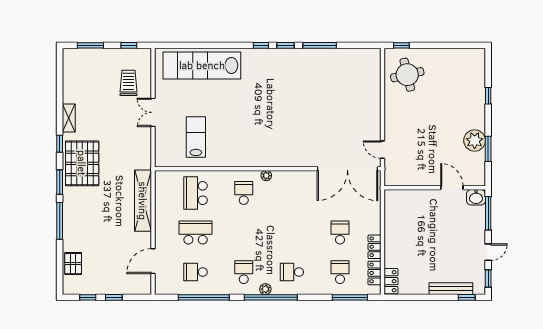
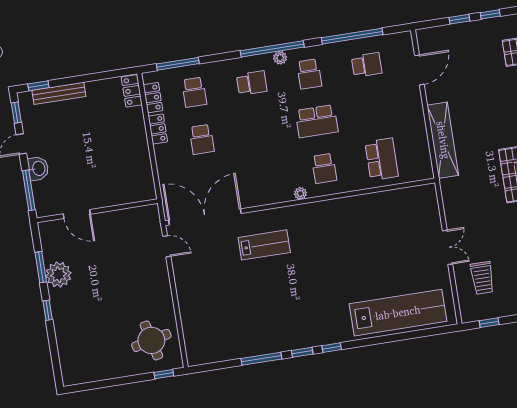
window: (488, 96) -> (48, 310), moved
lab bench: (196, 137) -> (264, 245), moved, turned -90
washbasin: (476, 197) -> (38, 168), moved, turned 90
school desk: (196, 233) -> (317, 121), moved

